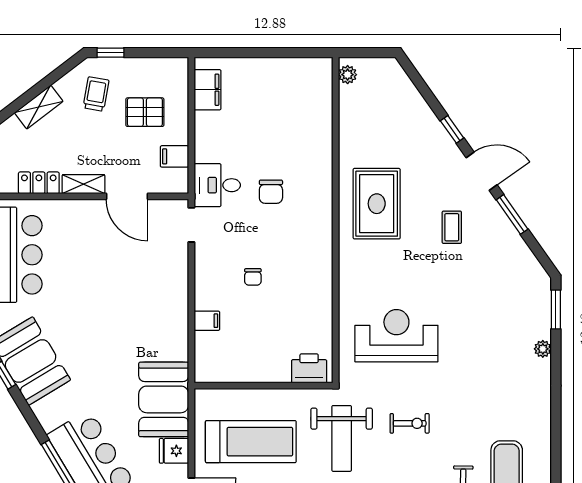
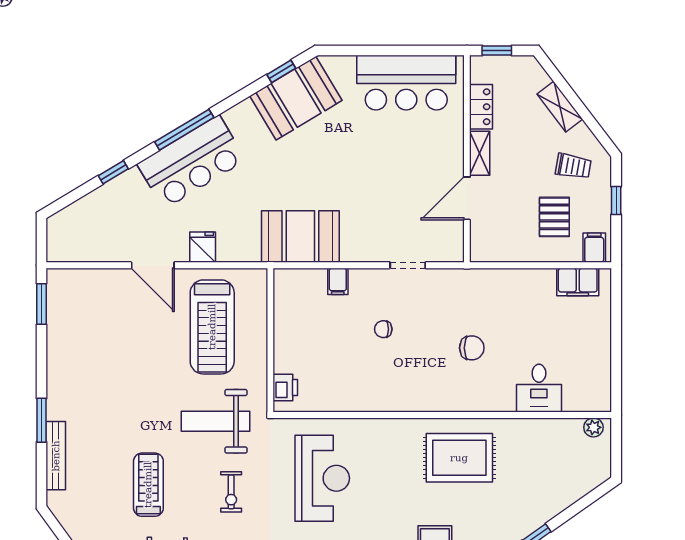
window: (110, 53) -> (616, 200), moved
filing cabinet: (175, 156) -> (594, 248), moved
desk: (217, 185) -> (539, 388), moved, turned 180
chair: (271, 192) -> (472, 348), turned 180
doorway: (191, 225) -> (408, 265), moved
printer: (309, 368) -> (285, 388), width x0.73, depth x0.81
booth: (164, 399) -> (300, 237), moved

